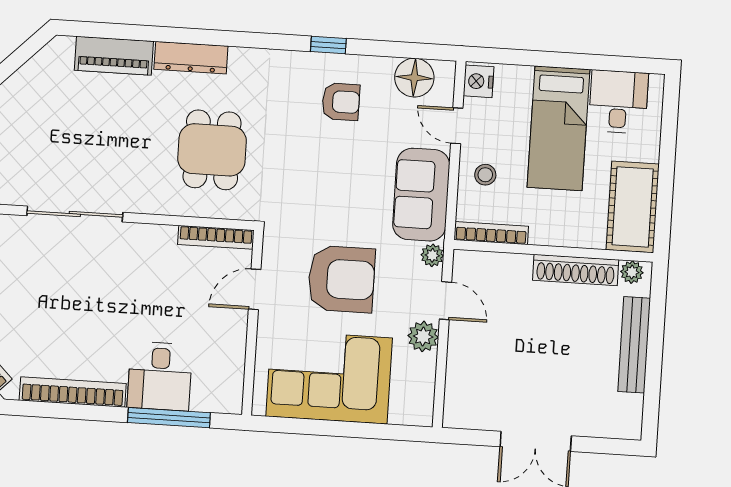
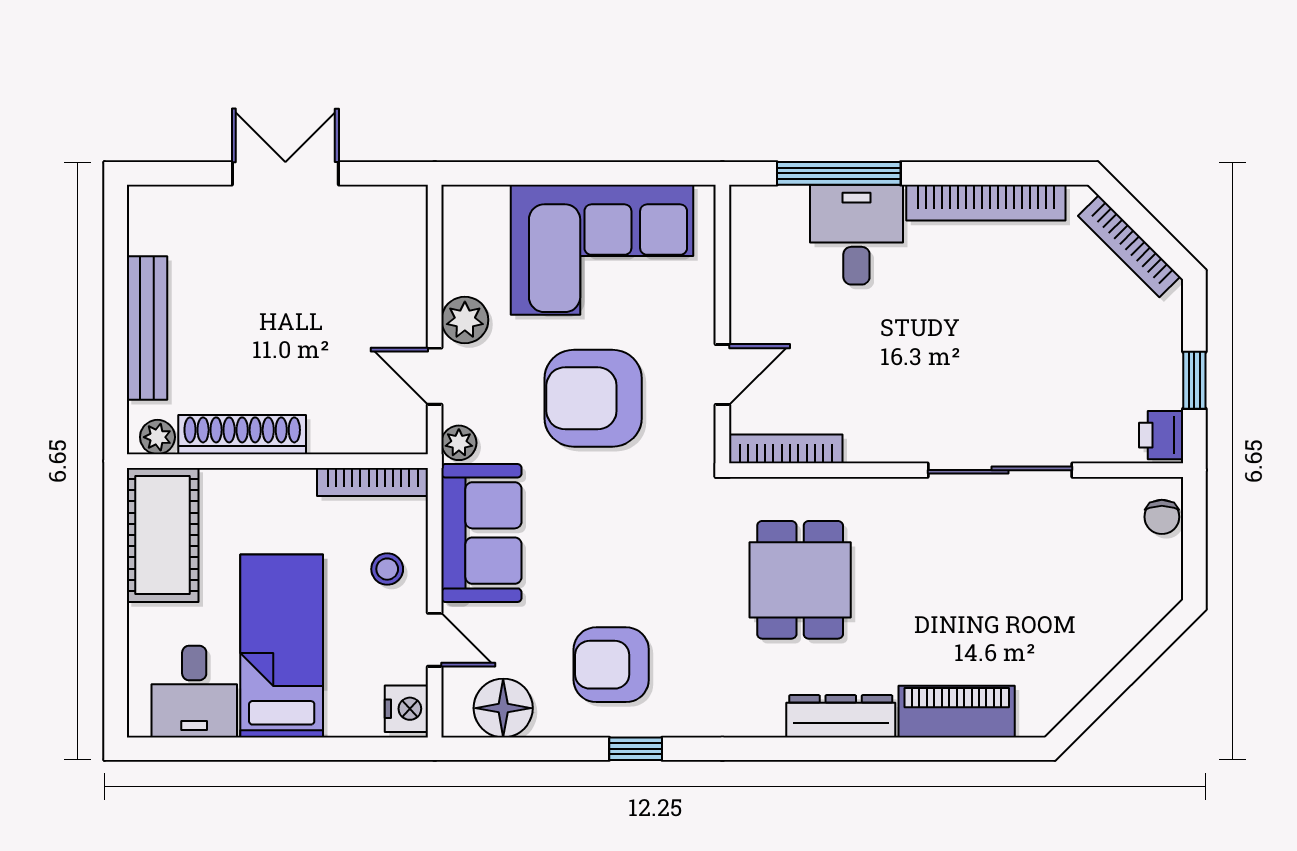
armchair: (341, 102) -> (611, 665), width x1.38, depth x1.38

